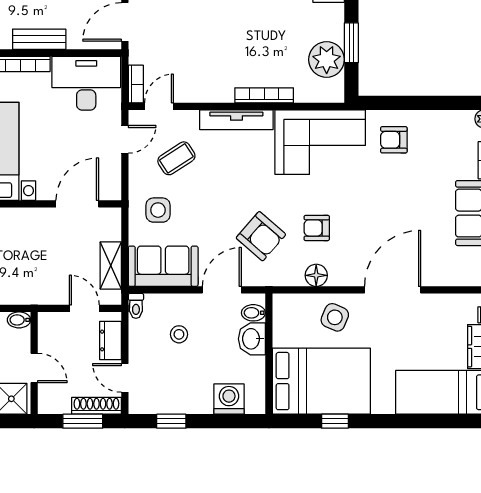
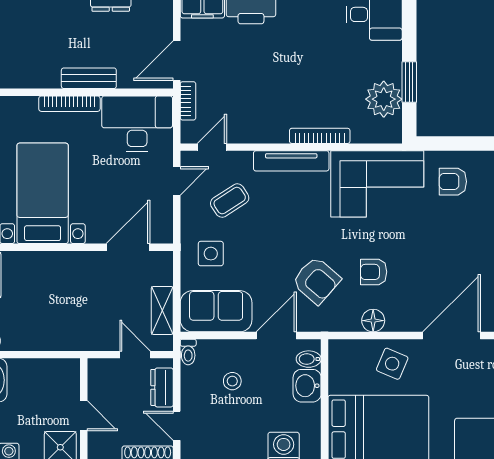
bookcase: (136, 84) -> (188, 101), moved
bidet: (19, 320) -> (68, 366), removed

